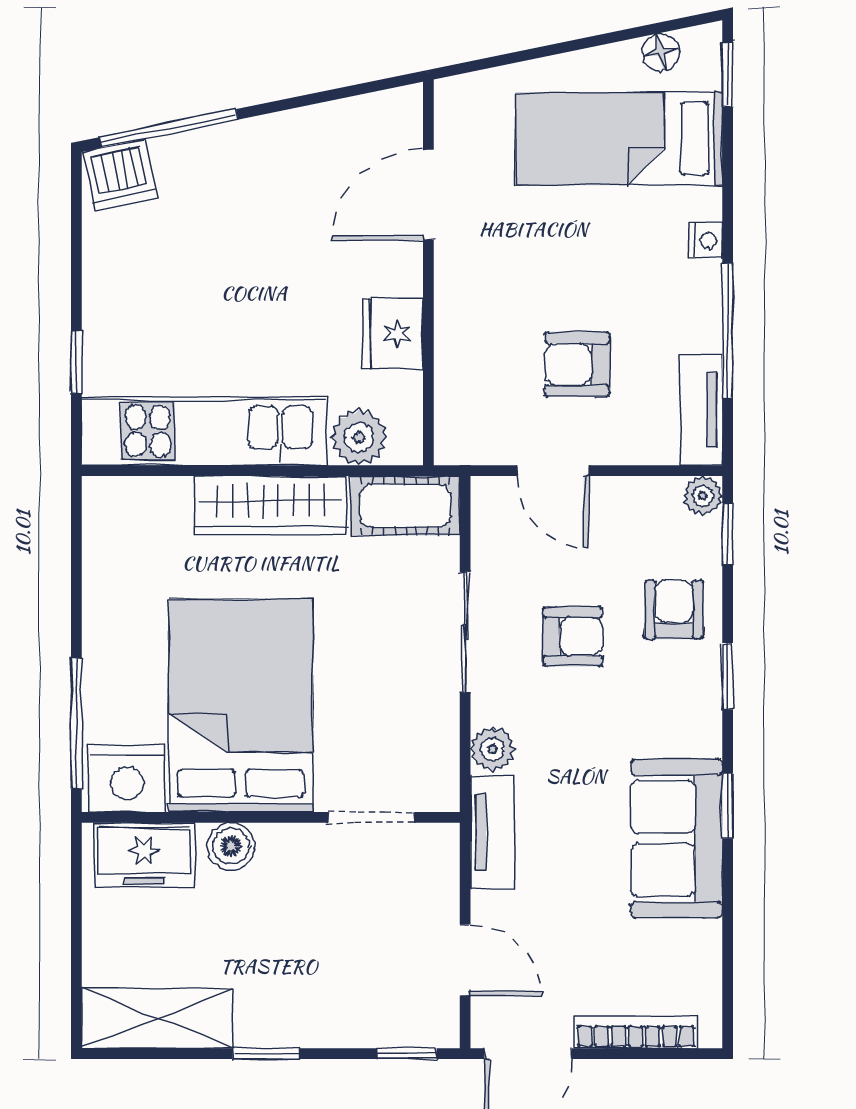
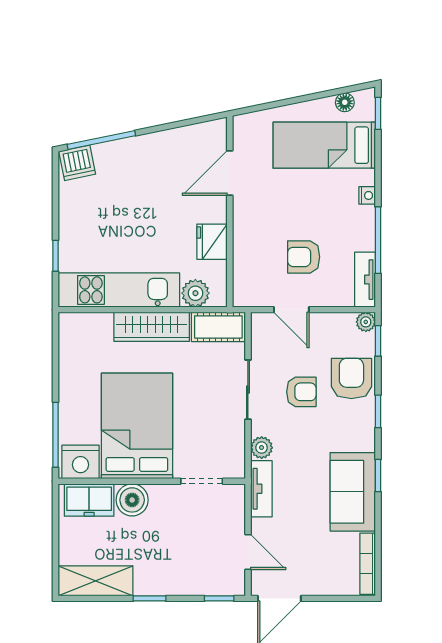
armchair: (674, 610) -> (351, 378), width x1.38, depth x1.38
boiler: (231, 846) -> (132, 500), width x1.36, depth x1.36
bookcase: (636, 1033) -> (368, 564), moved, turned -90

